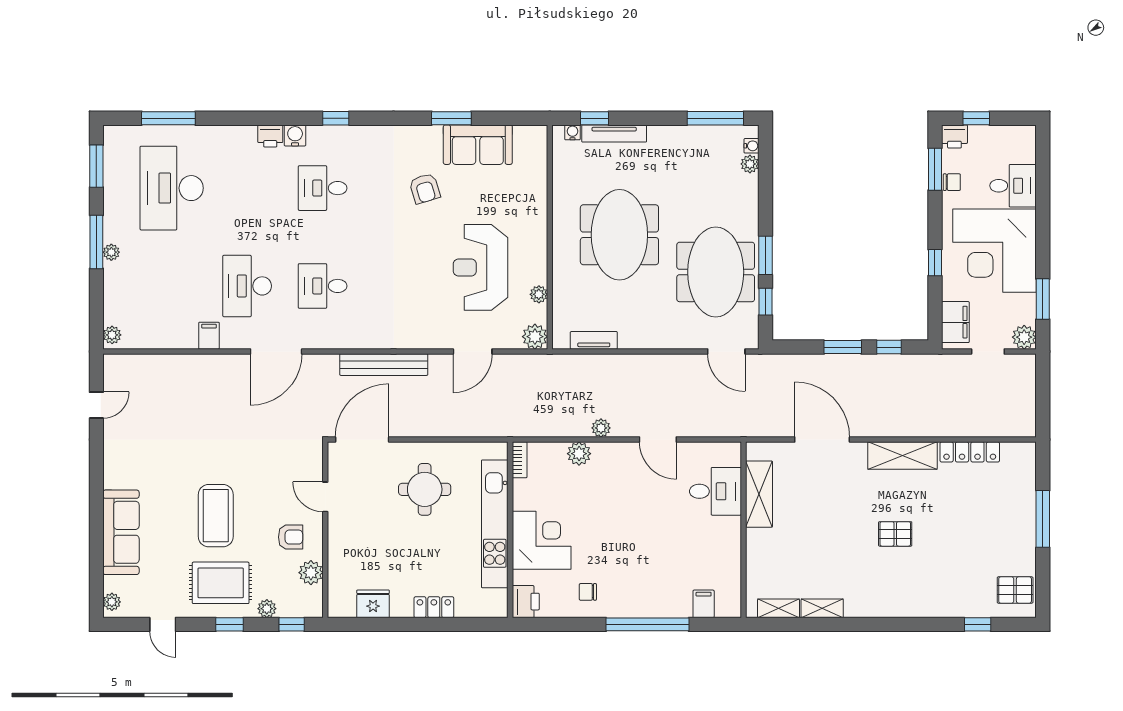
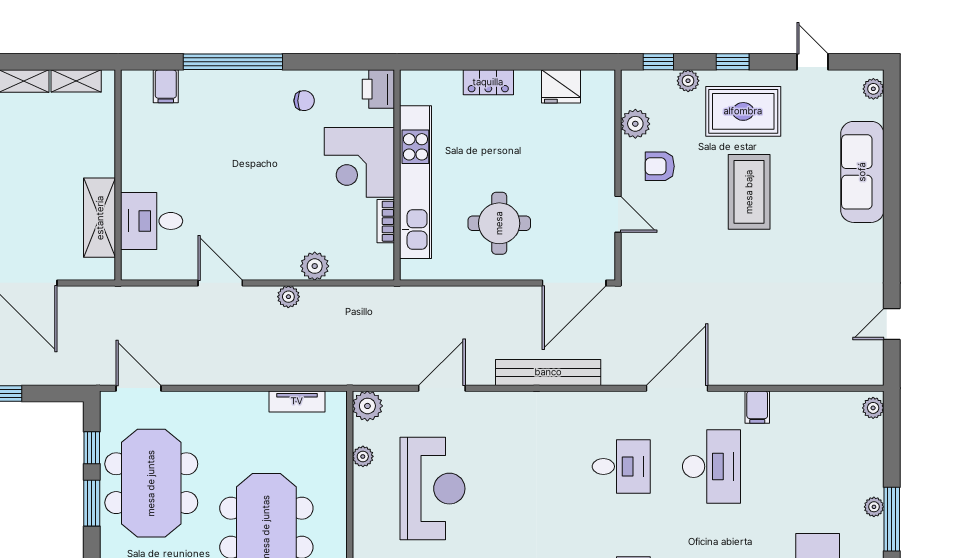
bookcase: (520, 460) -> (386, 221), moved

